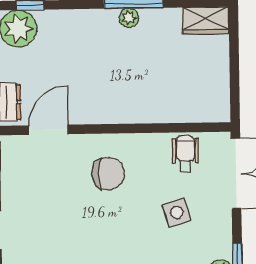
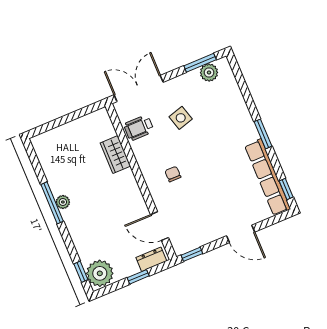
wardrobe: (206, 21) -> (115, 155), moved, turned 180
chair: (108, 174) -> (173, 174), width x0.54, depth x0.54

